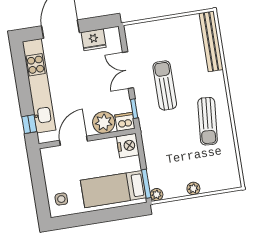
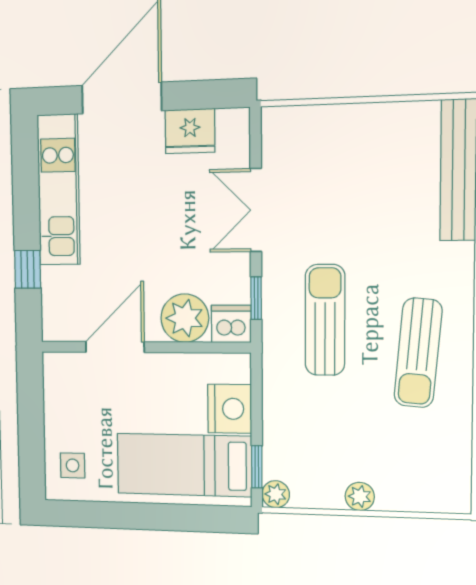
sun lounger: (165, 85) -> (325, 320), moved
kitchen unit: (39, 86) -> (59, 190), width x0.73
window: (29, 124) -> (28, 269), moved
nightstand: (128, 146) -> (230, 409), moved
window: (146, 184) -> (257, 467), width x0.67

